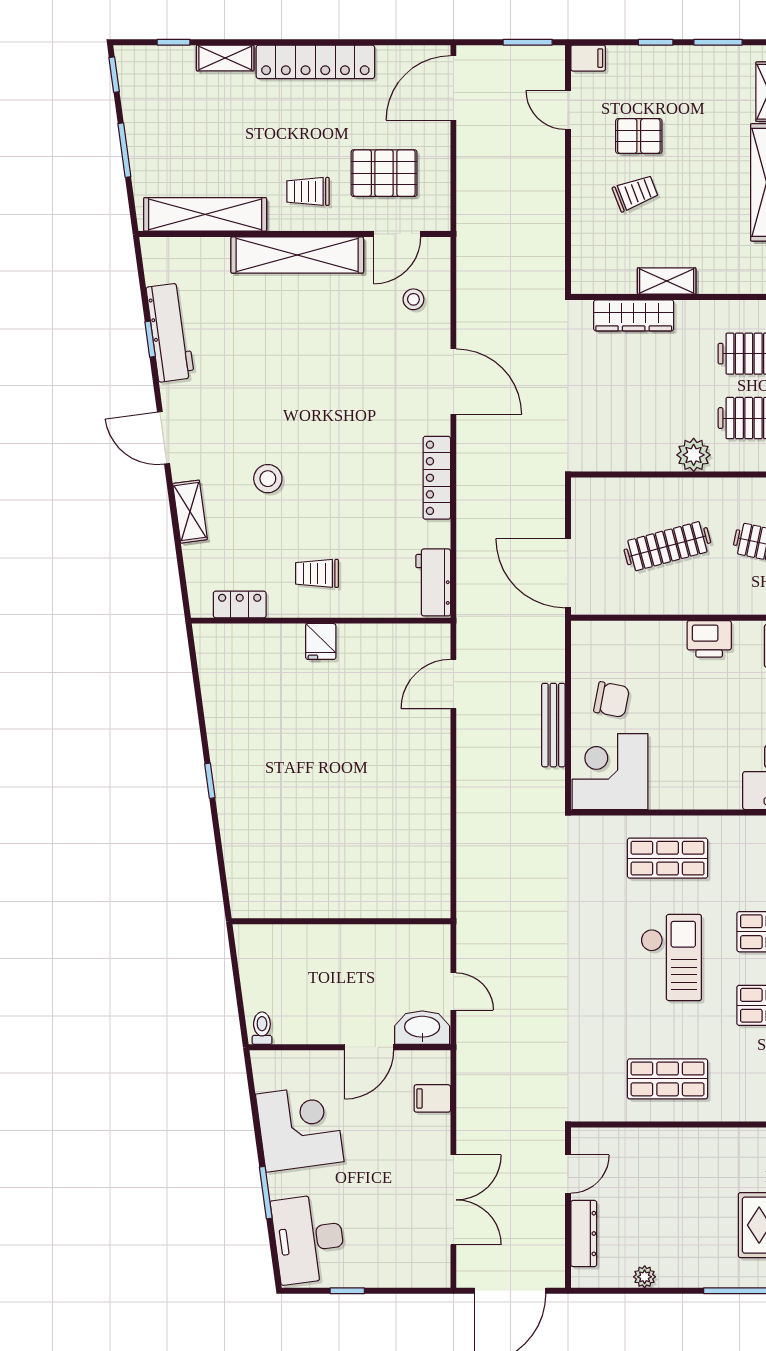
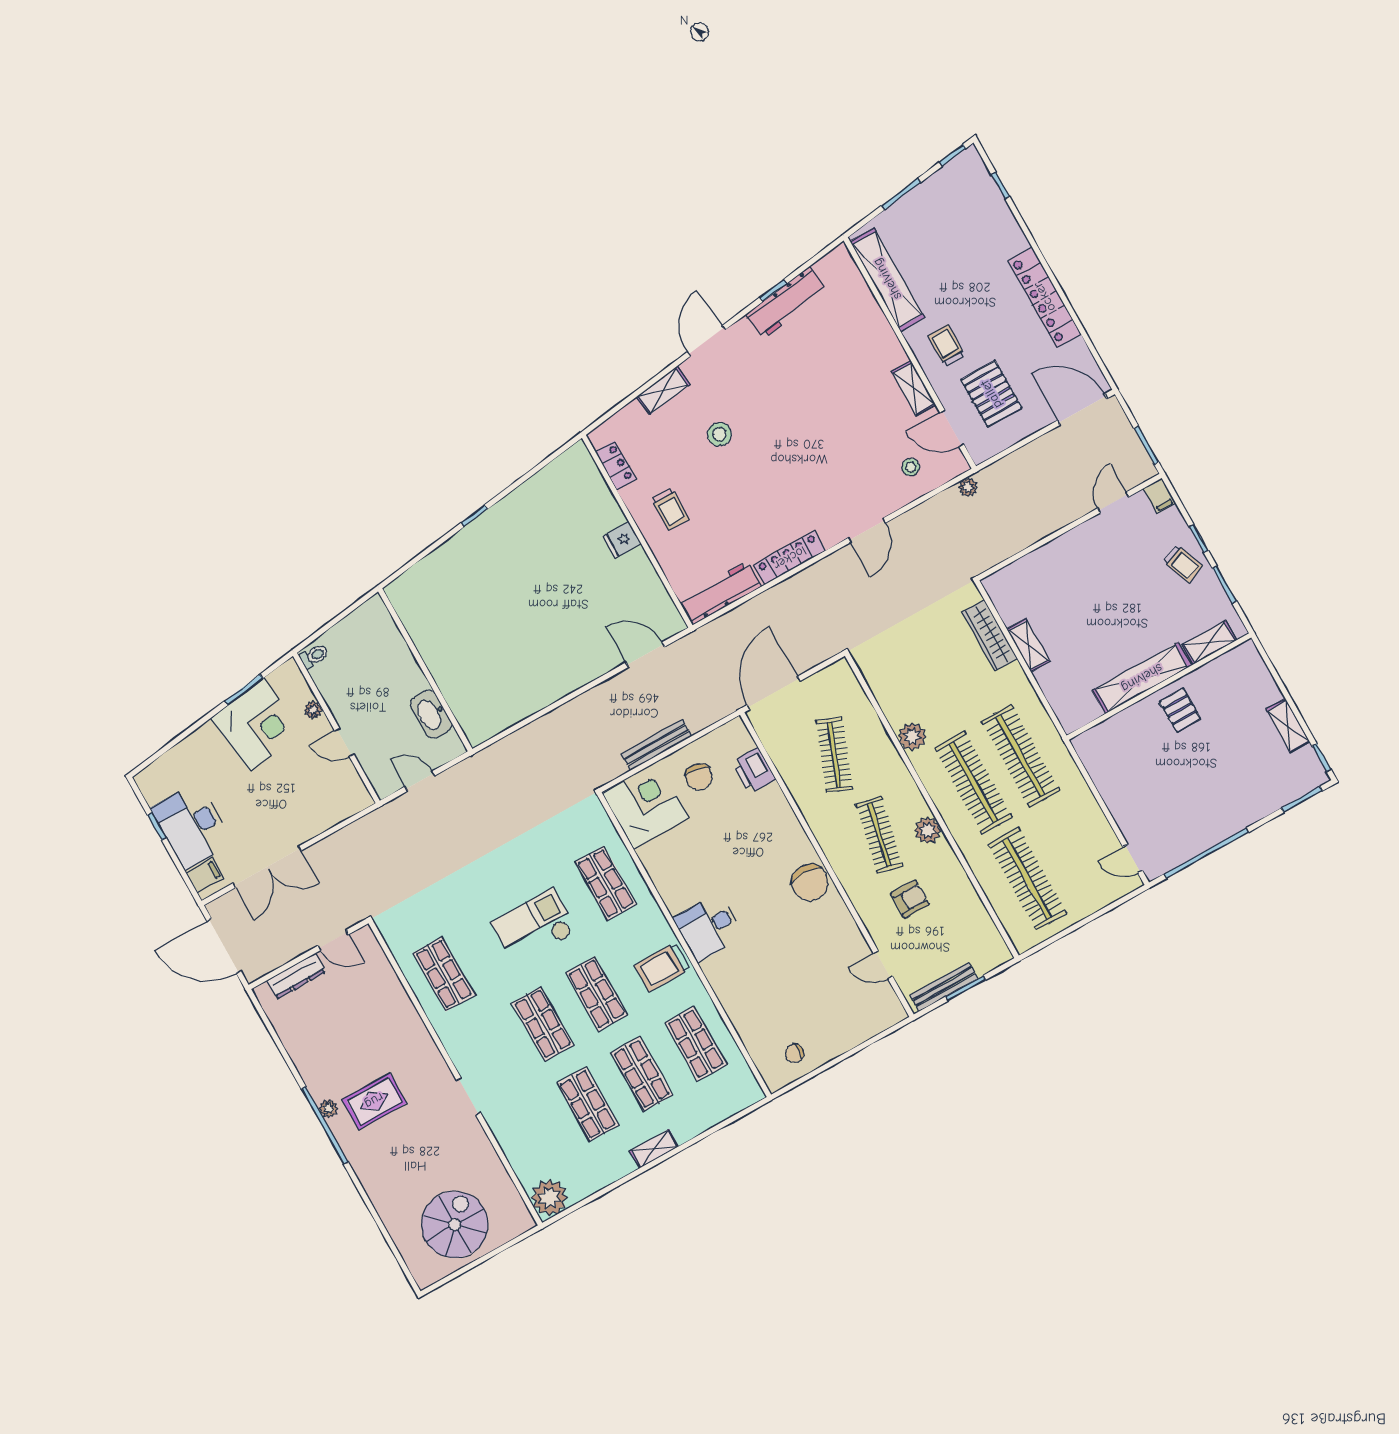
shelving: (225, 58) -> (1010, 230), removed
pallet: (639, 136) -> (1123, 565), removed
trolley: (635, 193) -> (1183, 564), moved
plant: (467, 252) -> (968, 487), added
shelving: (297, 255) -> (914, 388), width x0.45, depth x0.75
door: (453, 382) -> (867, 530), width x0.73
clothes rail: (667, 546) -> (834, 755), turned 36
trolley: (317, 573) -> (670, 509), turned 180
workbench: (433, 582) -> (721, 593), width x1.37
printer: (709, 639) -> (754, 771), moved
checkout: (671, 957) -> (534, 927), turned 180
door: (453, 992) -> (420, 781), swing flipped
washbasin: (422, 1028) -> (431, 714), moved, turned 180
door: (369, 1047) -> (344, 742), width x0.73
plant: (318, 1061) -> (313, 710), added
filing cabinet: (432, 1098) -> (205, 875), moved, turned 90
window: (266, 1193) -> (244, 690), moved
desk: (309, 1239) -> (192, 826), moved, turned -82
plant: (645, 1277) -> (329, 1109), moved

